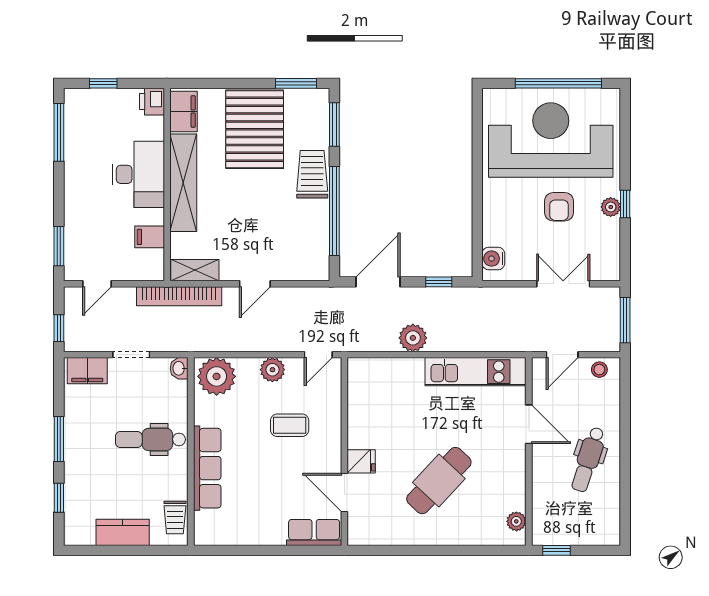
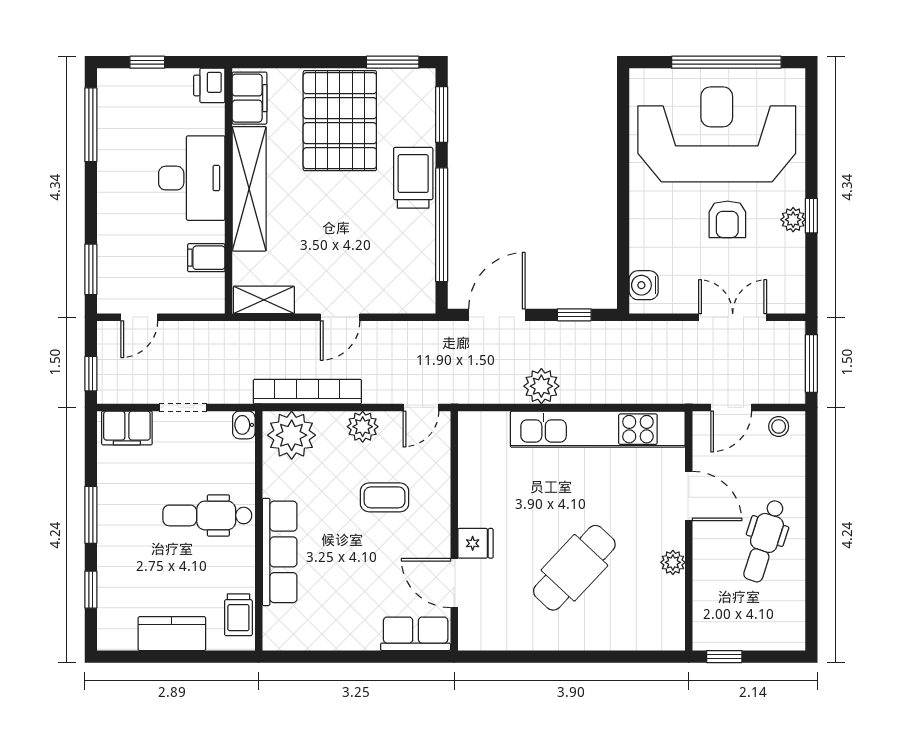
bookcase: (179, 296) -> (307, 392), moved, turned 180
kitchen unit: (476, 372) -> (598, 429), width x1.36
plant: (516, 521) -> (673, 562), moved

